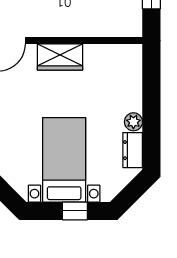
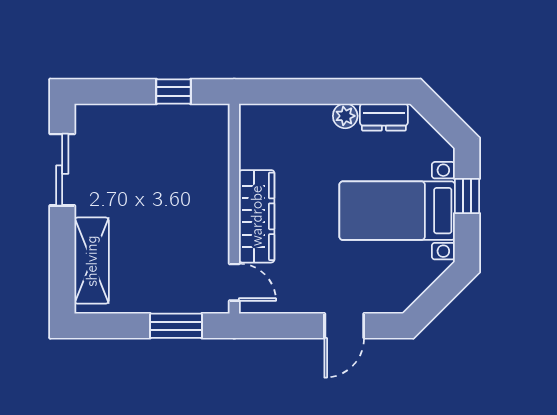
wardrobe: (60, 57) -> (257, 216), width x1.50

